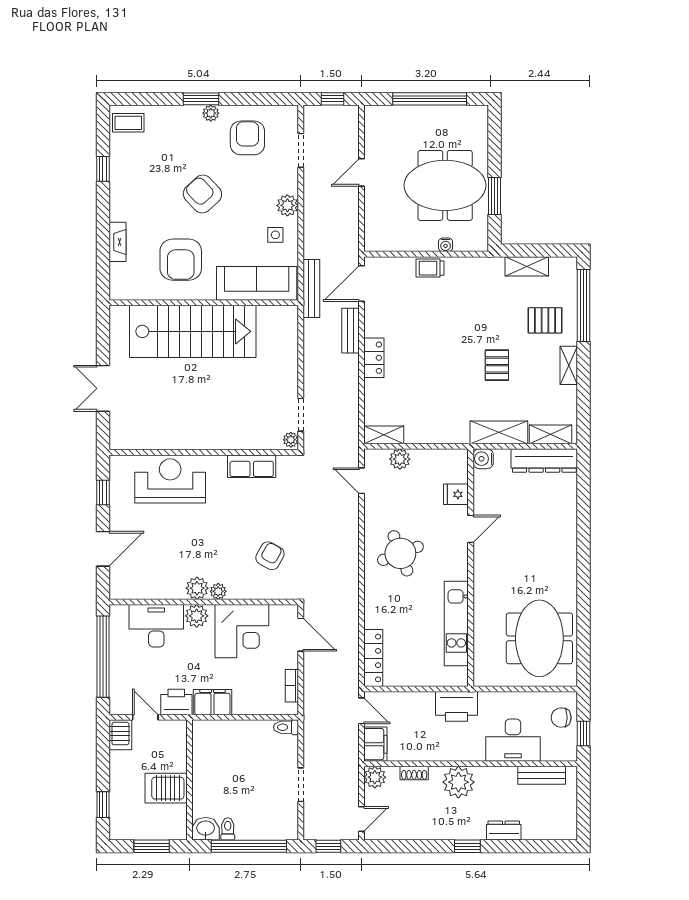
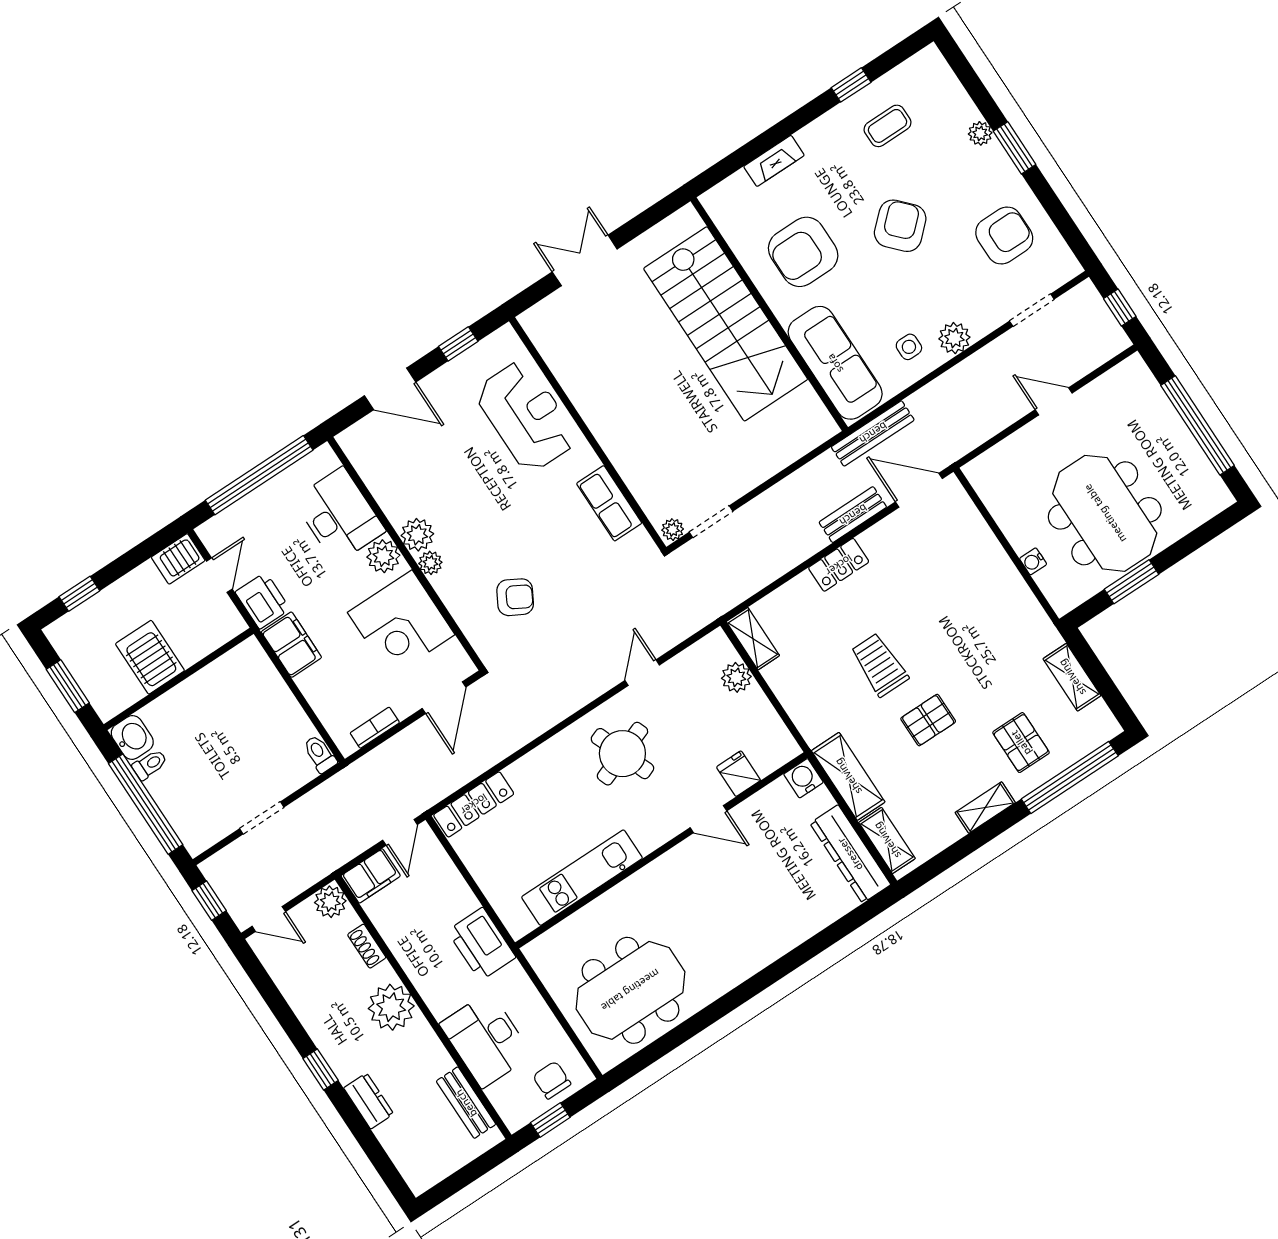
plant: (211, 113) -> (980, 133), moved
coffee table: (128, 123) -> (888, 126), moved, turned 90
trolley: (430, 268) -> (879, 665), moved, width x1.36, depth x1.39
door: (361, 481) -> (642, 673), moved

